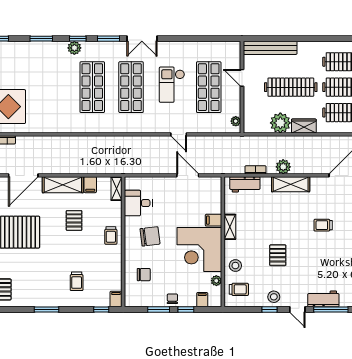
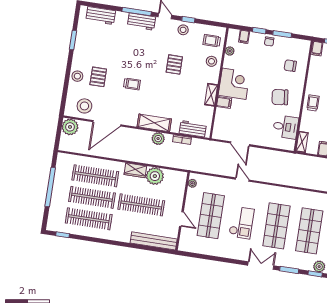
corner desk: (199, 249) -> (234, 84), width x0.74, depth x0.74

